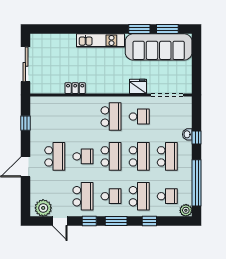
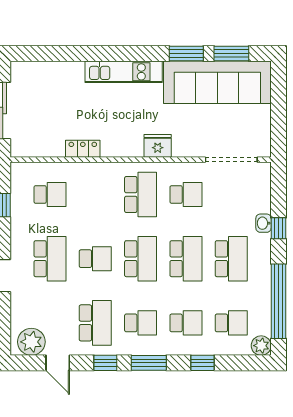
fridge: (138, 86) -> (158, 146), moved
school desk: (55, 117) -> (50, 194), added
school desk: (139, 196) -> (186, 323), width x0.54

